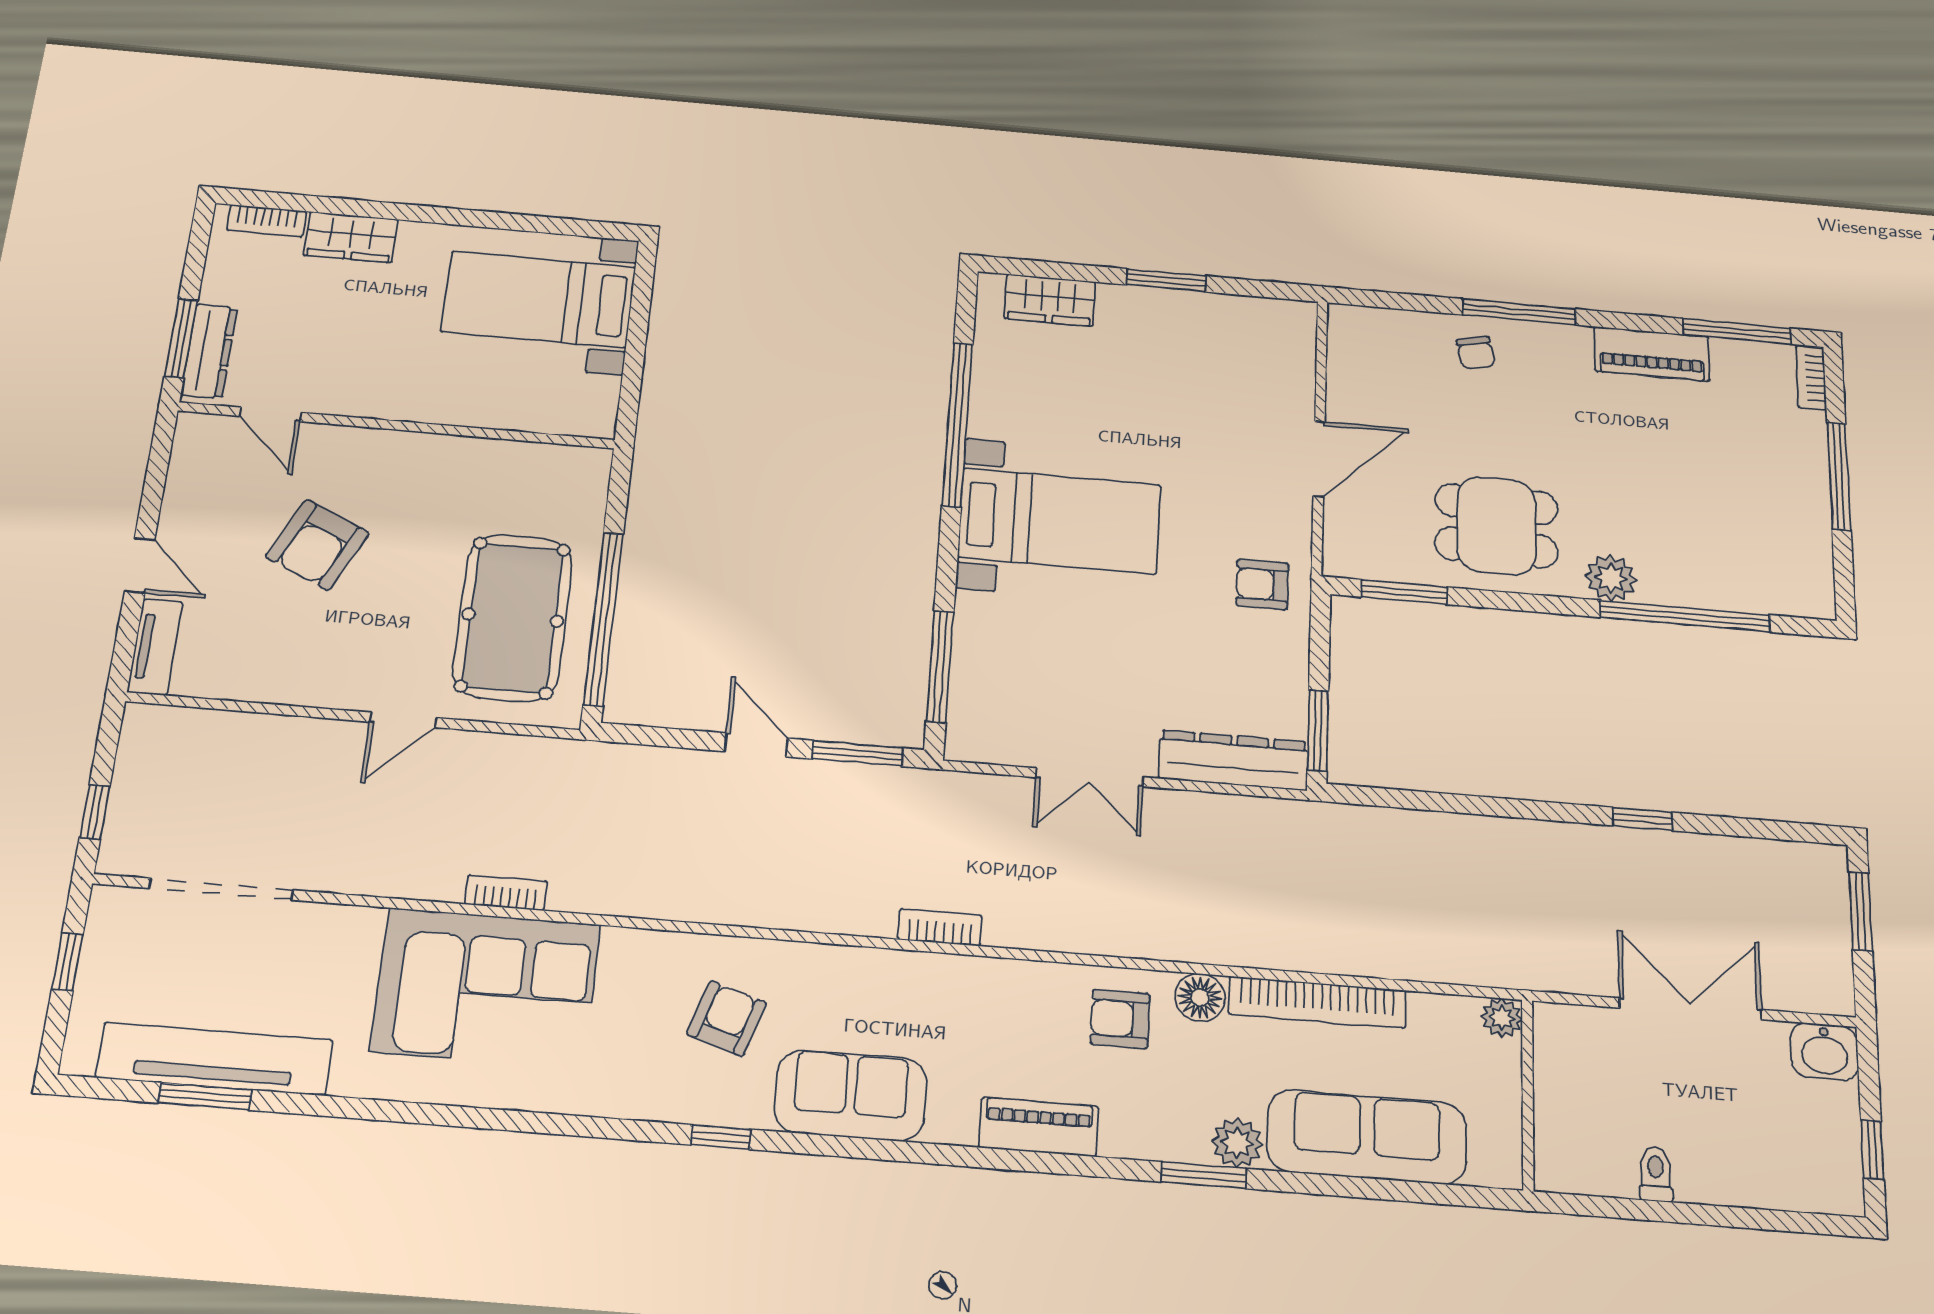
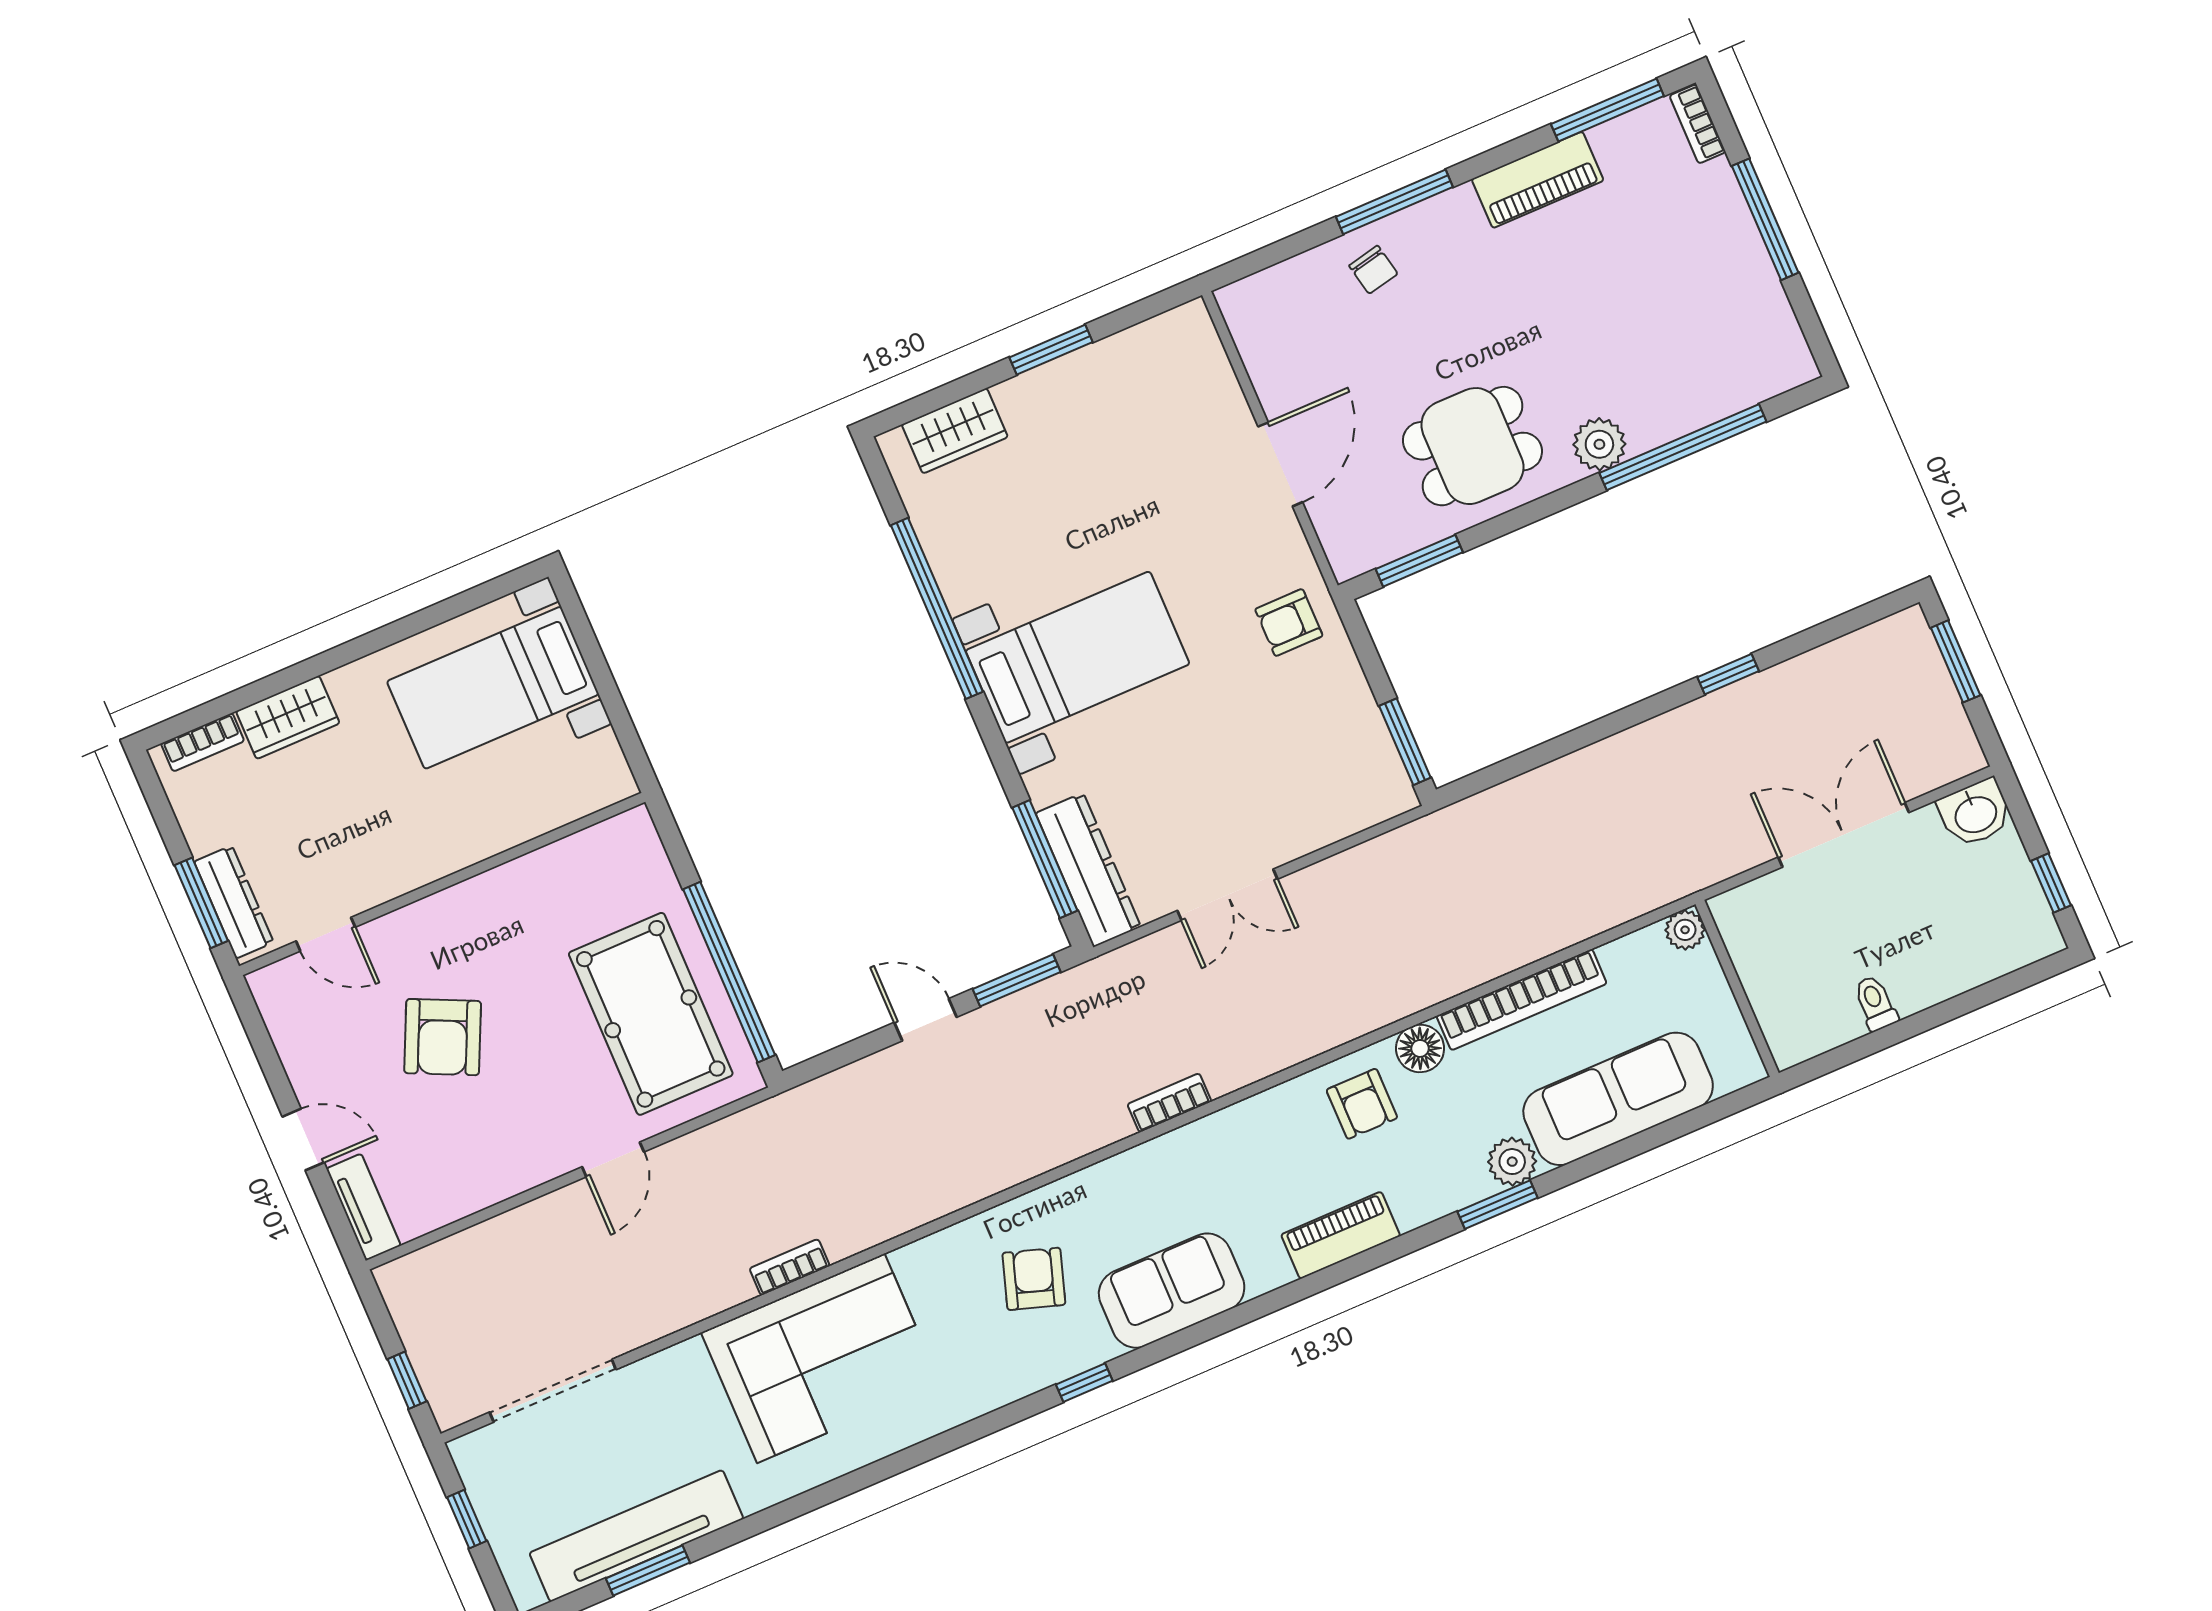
dresser: (1234, 760) -> (1088, 870), moved, turned 90
armchair: (1120, 1019) -> (1362, 1104), turned -90

